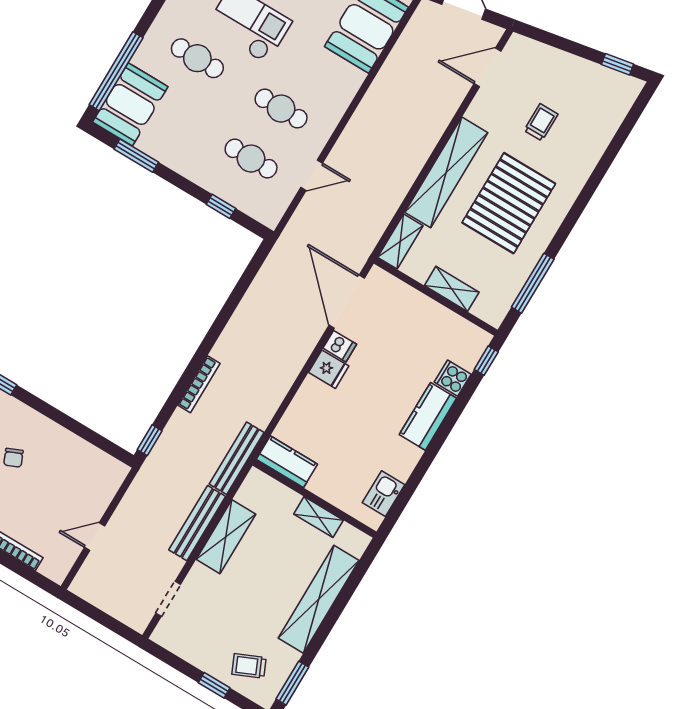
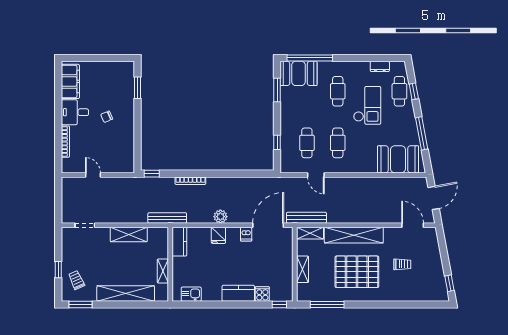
fridge: (329, 369) -> (218, 235), moved
plant: (286, 370) -> (220, 217), added
bench: (197, 523) -> (306, 218), moved

